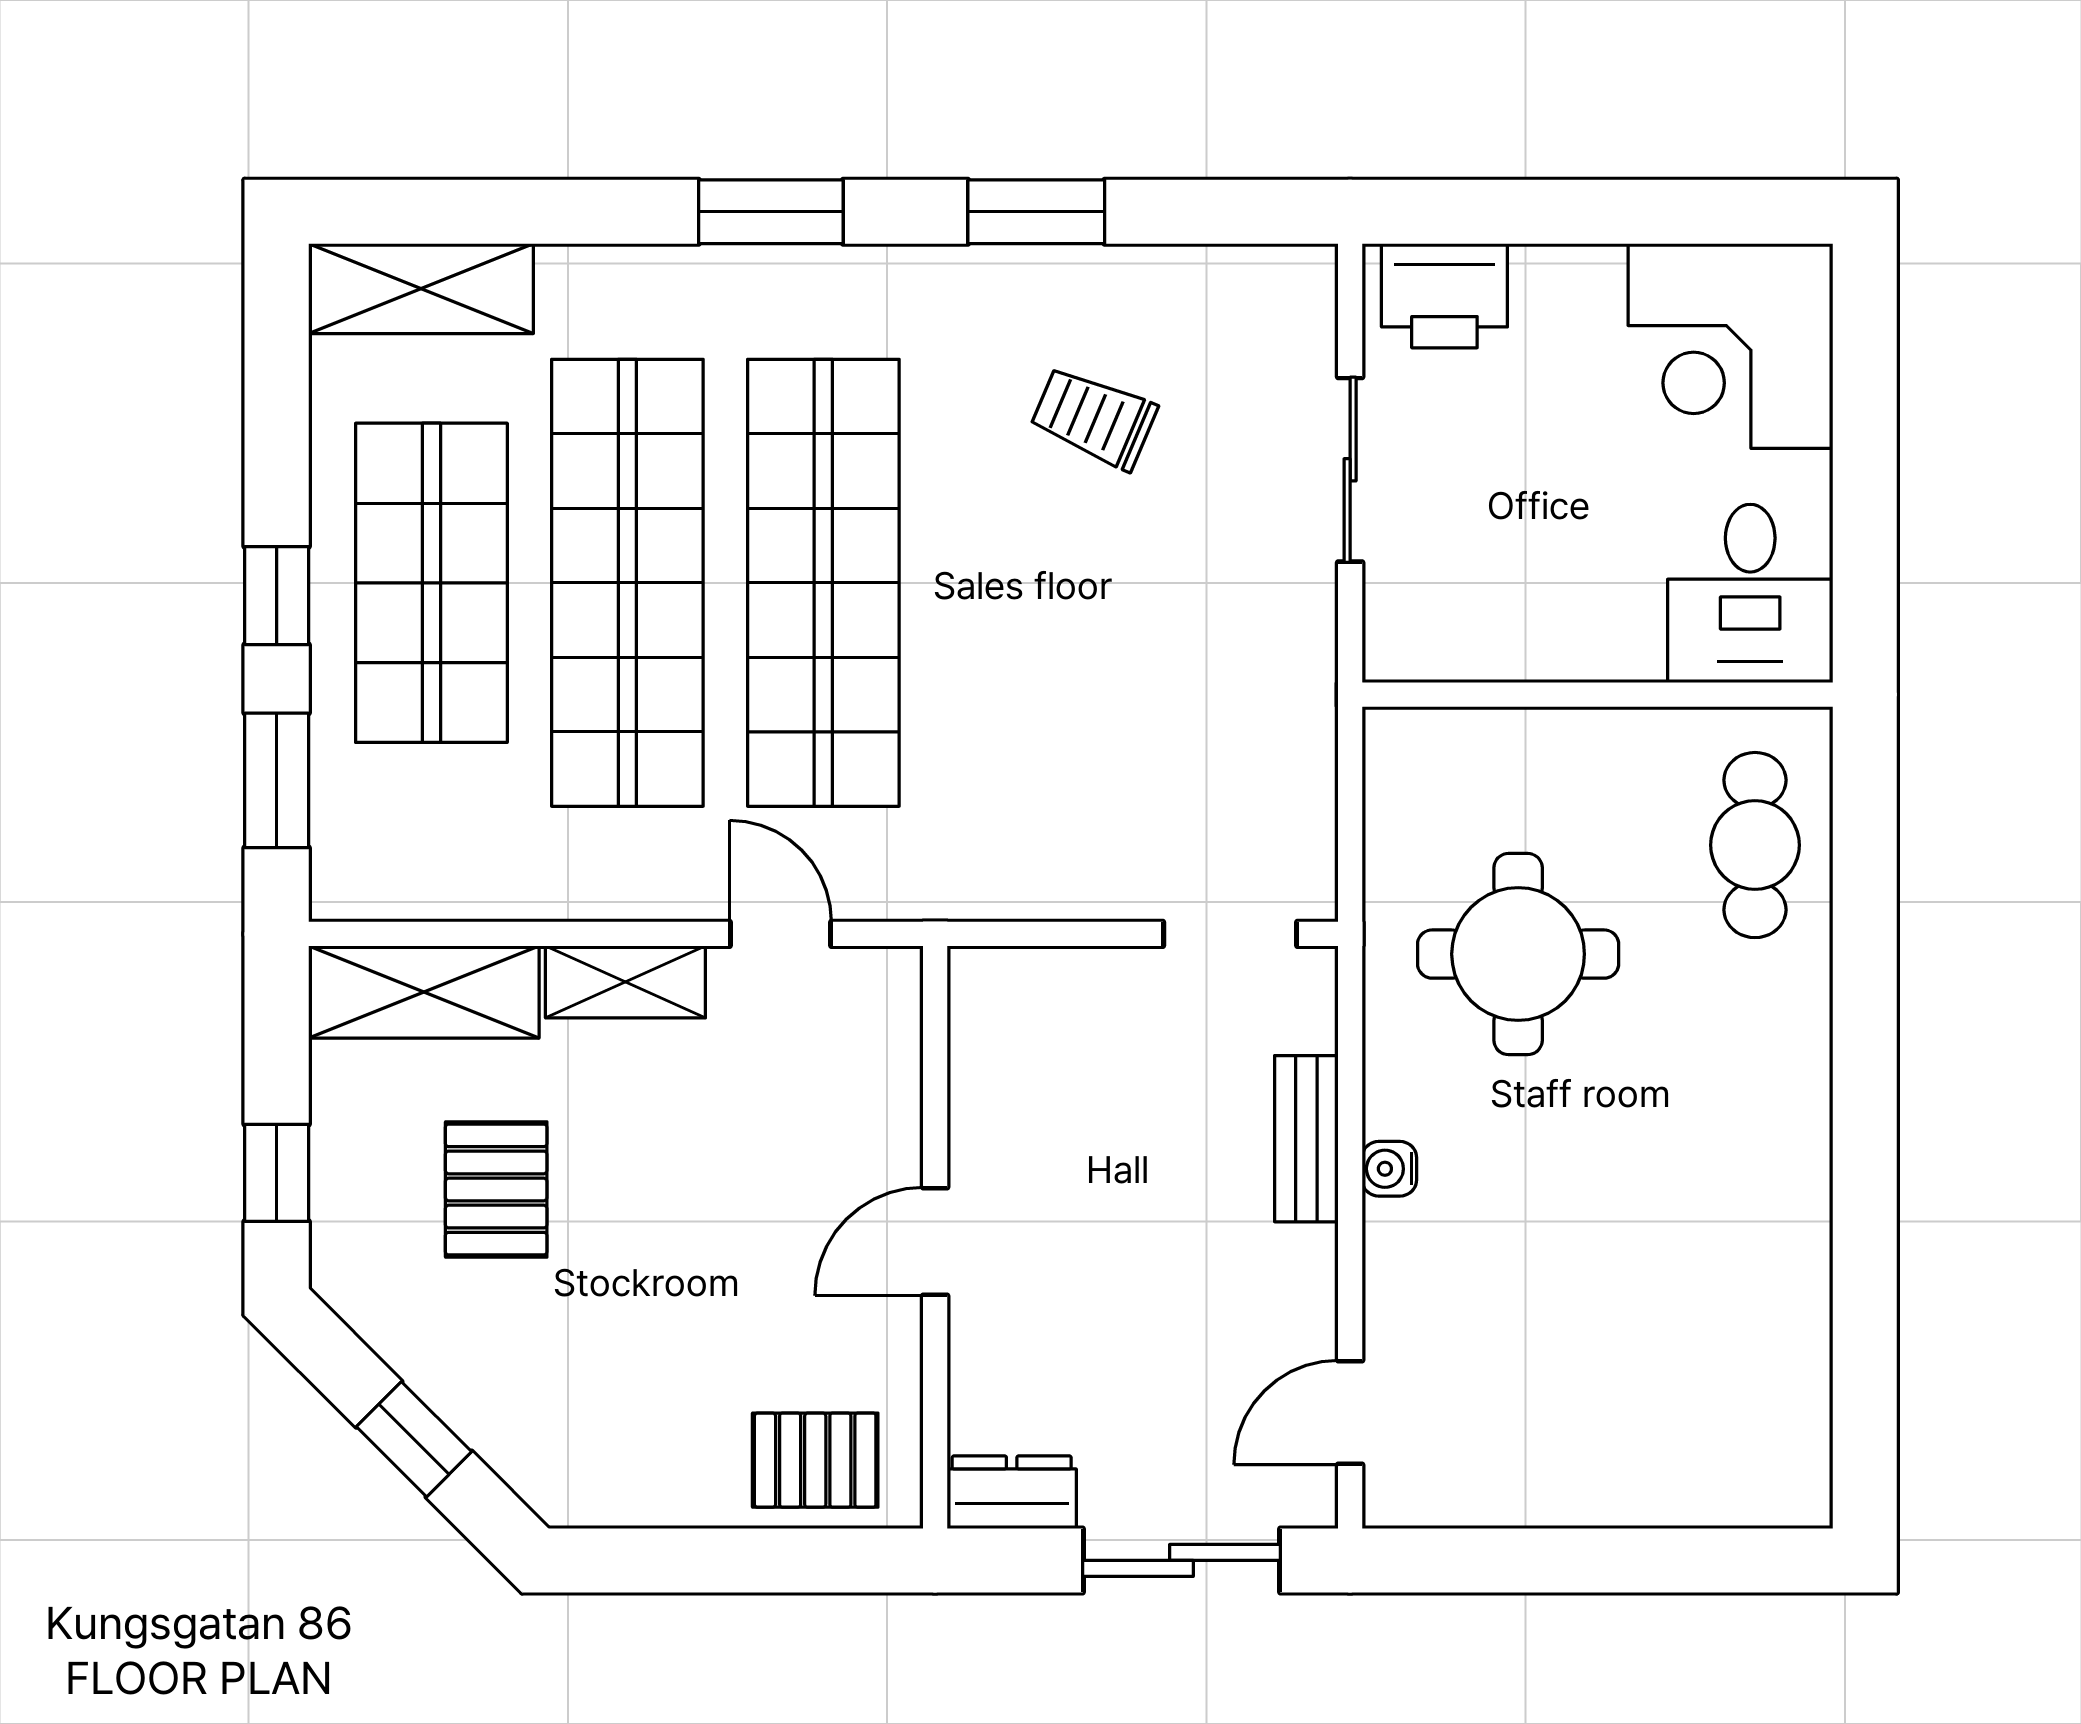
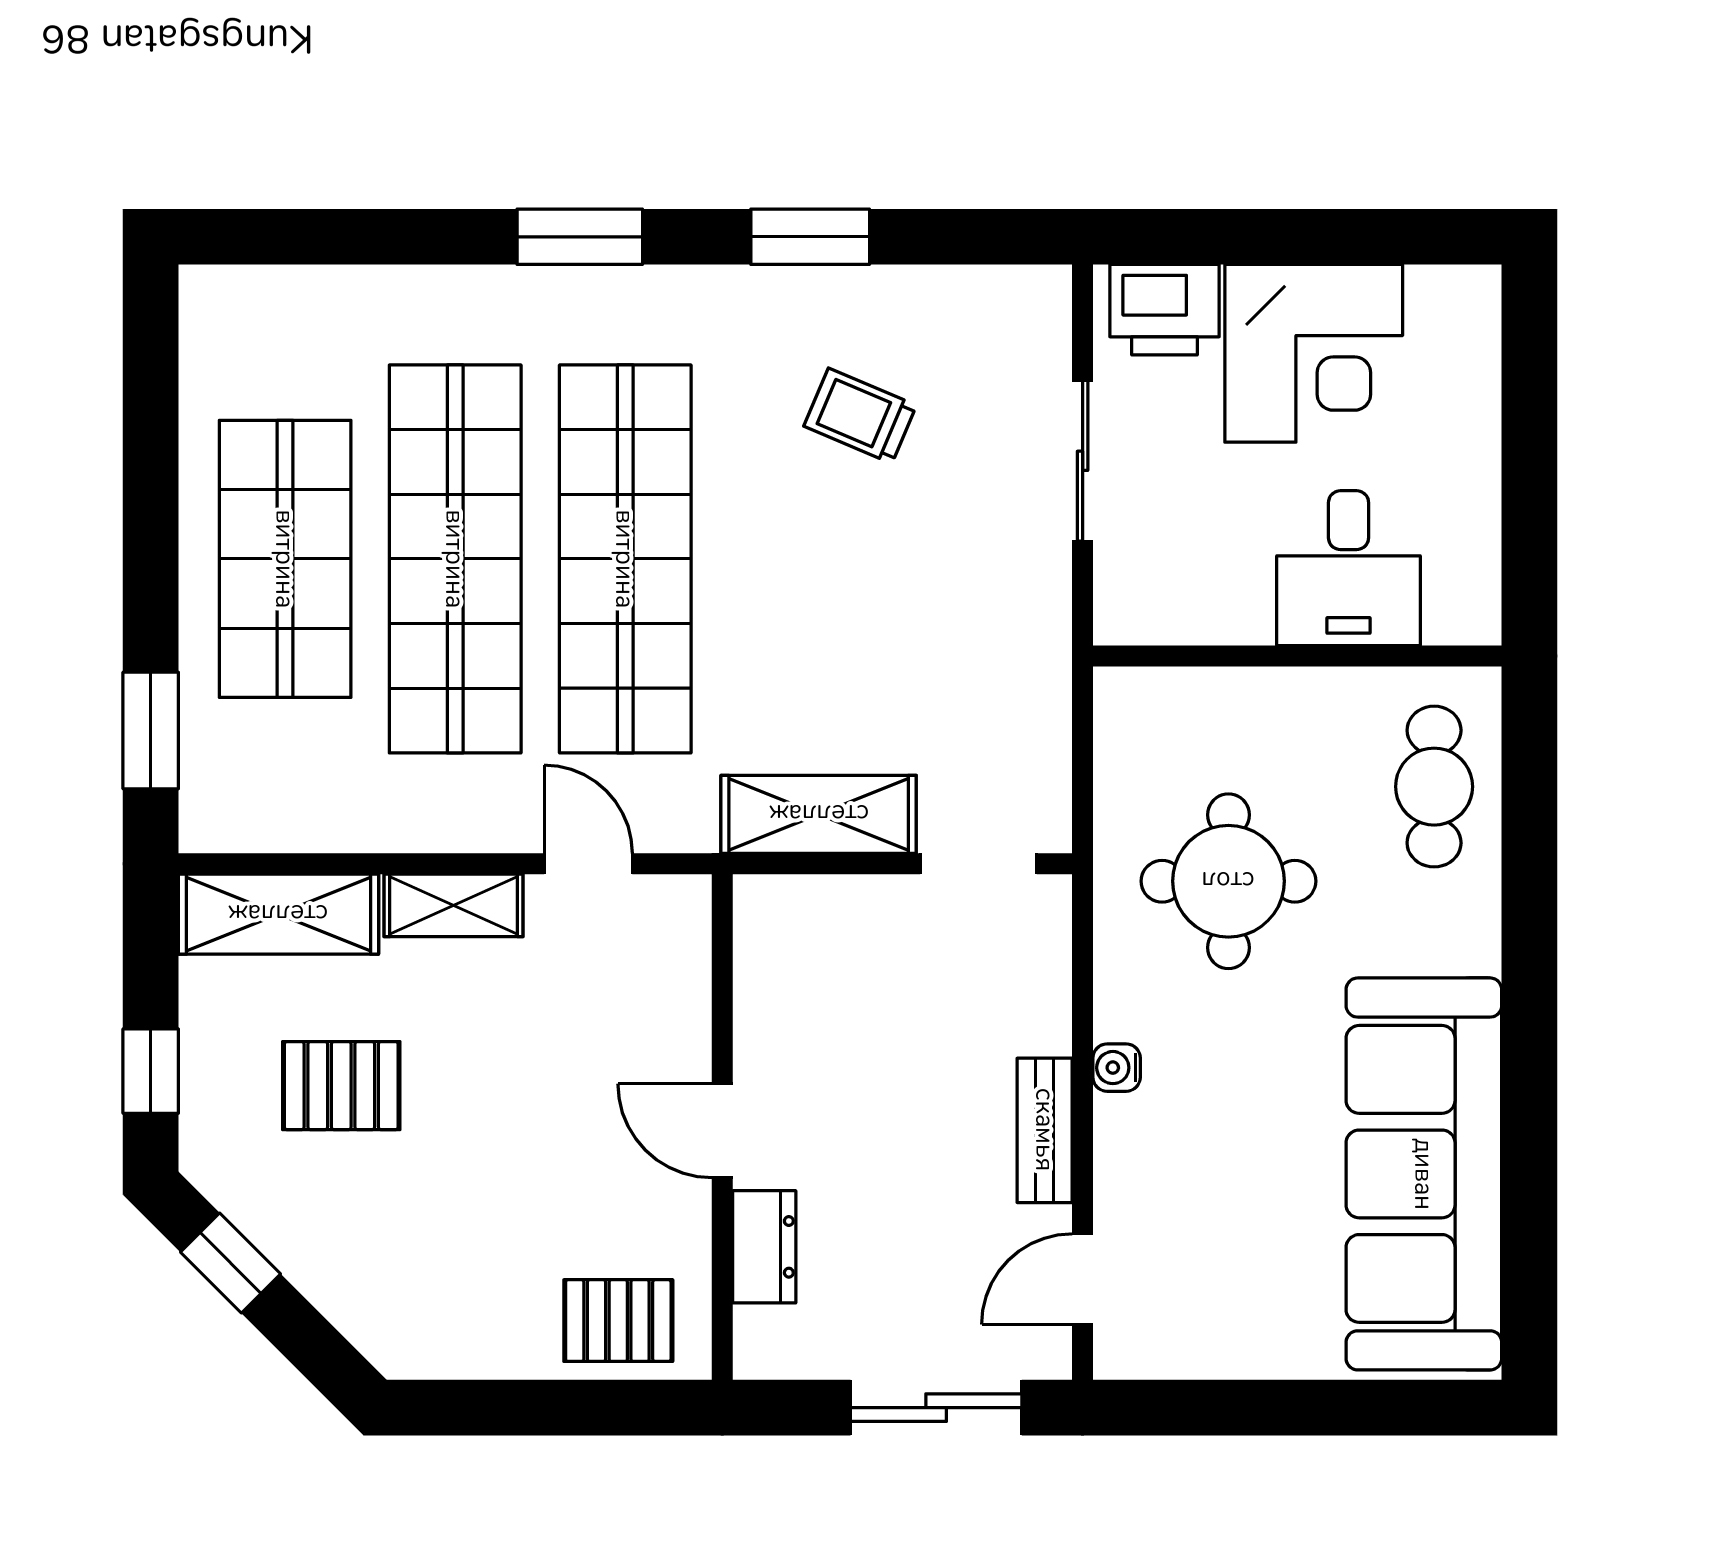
shelving: (421, 289) -> (819, 814), moved
corner desk: (1730, 346) -> (1314, 353), moved, turned -90
desk: (1750, 593) -> (1349, 568), moved
window: (277, 596) -> (151, 570), removed
bench: (1306, 1139) -> (1045, 1130), moved
pallet: (496, 1189) -> (341, 1086), turned 90
door: (935, 1241) -> (722, 1131), hinge flipped
sofa: (1743, 1291) -> (1424, 1174), added
window: (414, 1439) -> (231, 1263), moved
dresser: (1012, 1492) -> (764, 1247), moved, turned 90

